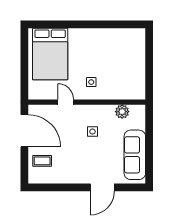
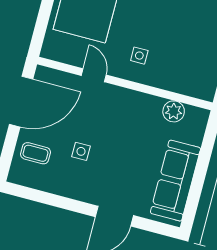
door: (24, 131) -> (21, 102), hinge flipped
side table: (92, 132) -> (81, 151), moved

